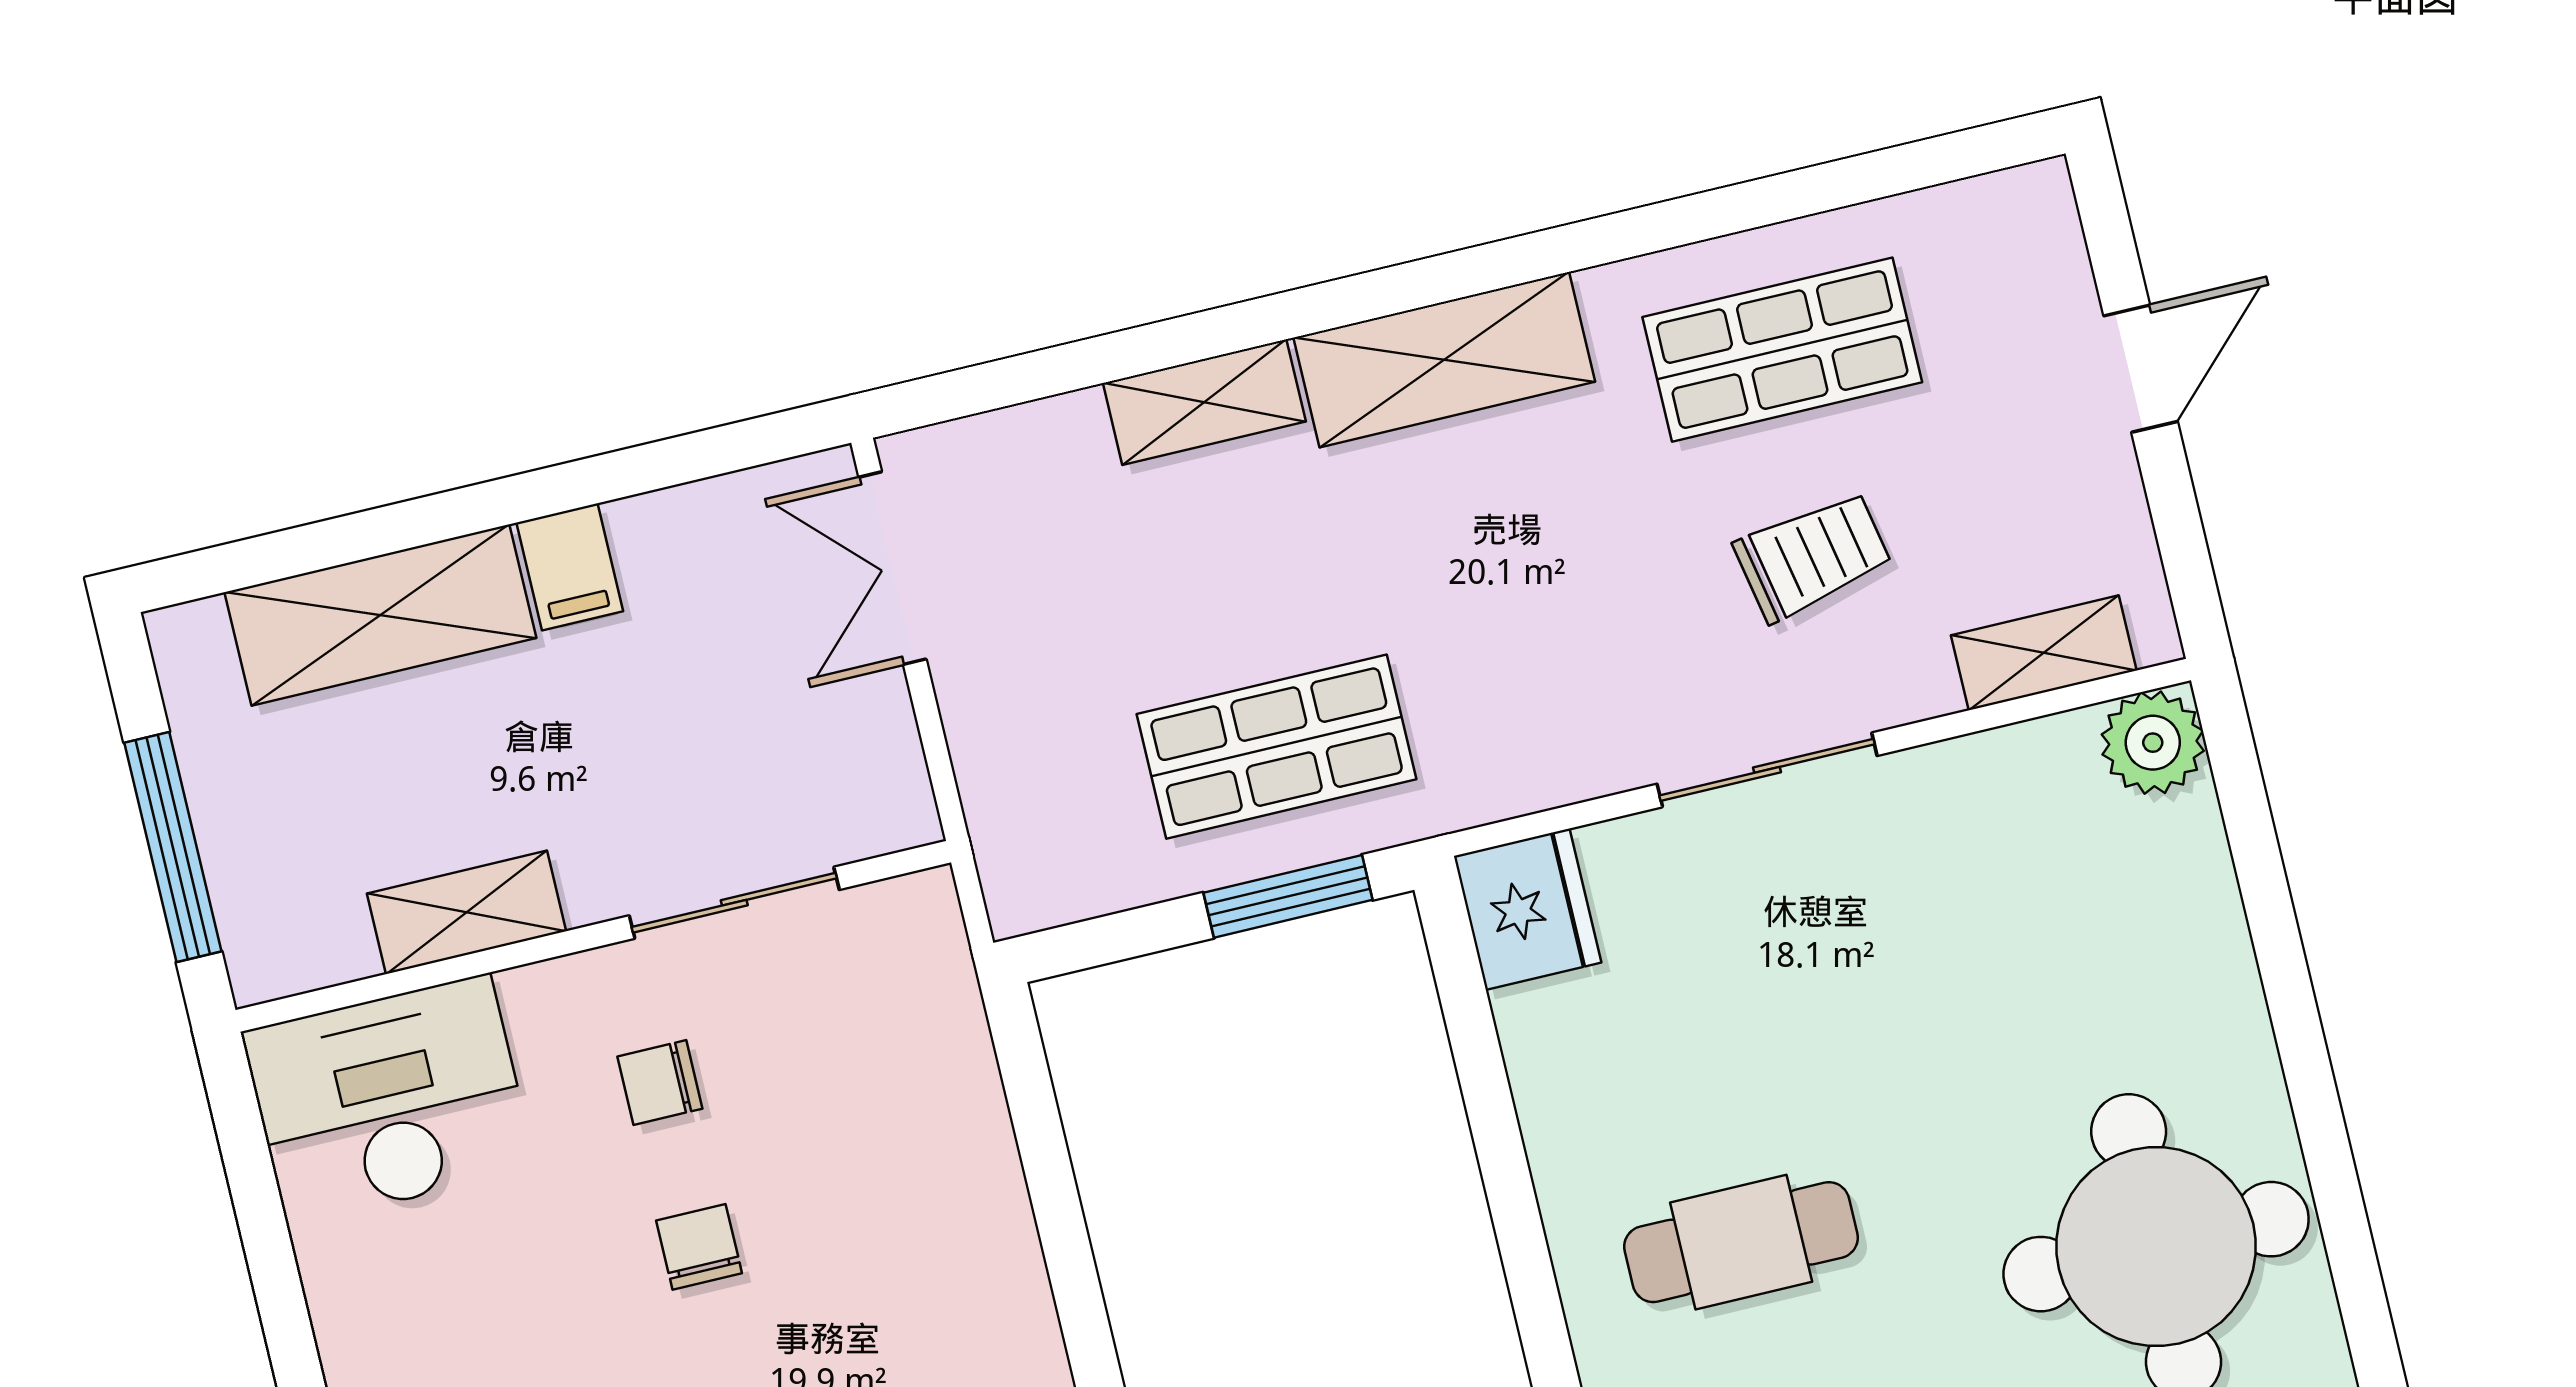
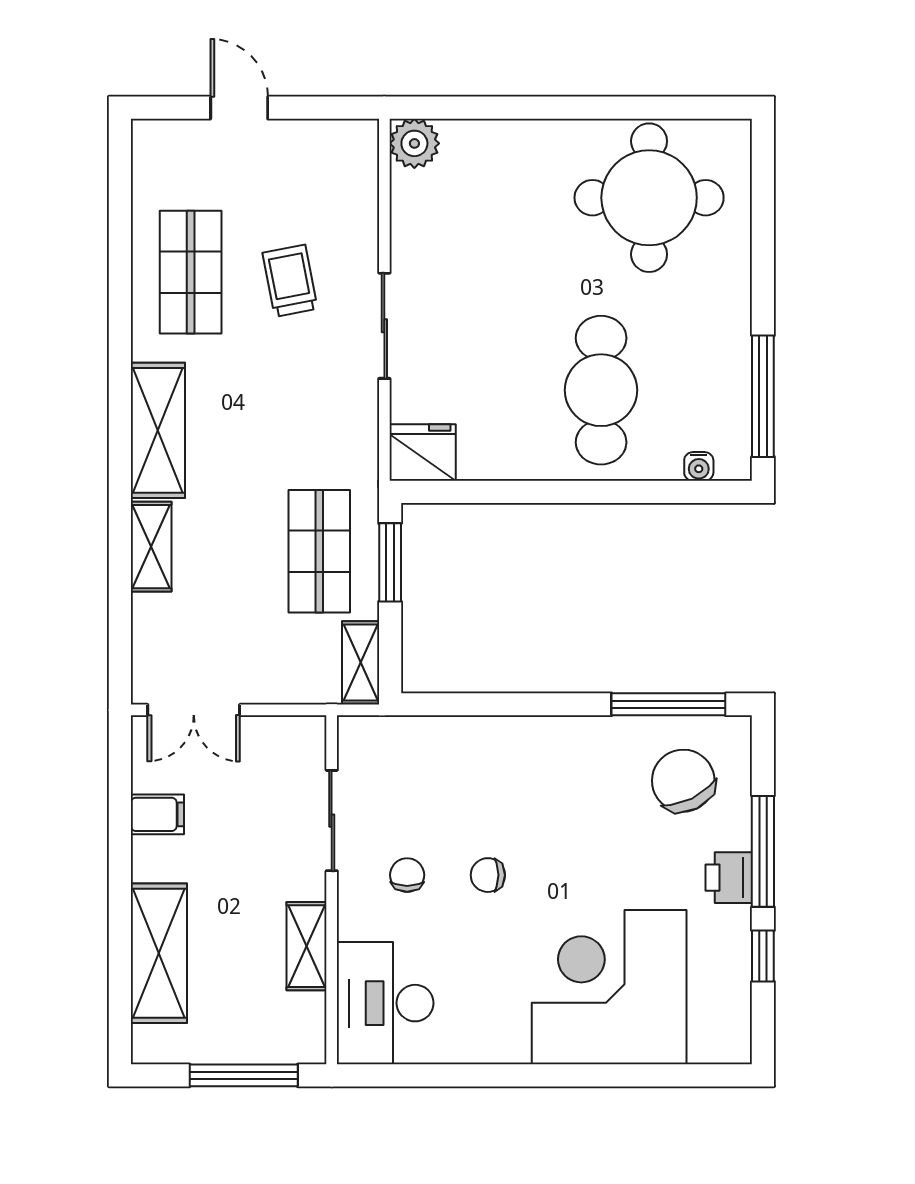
filing cabinet: (570, 567) -> (157, 814), moved
shelving: (2044, 653) -> (361, 662), moved
chair: (660, 1083) -> (407, 875), turned 180
cafe table: (1741, 1242) -> (601, 390), width x1.37, depth x1.35

